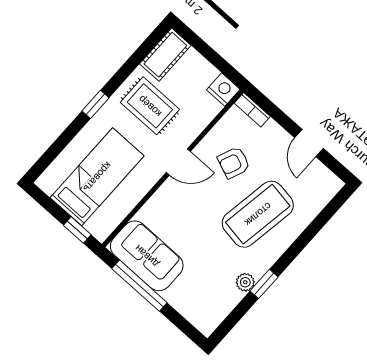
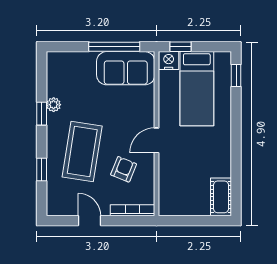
nightstand: (223, 90) -> (169, 61), moved, turned 180
window: (95, 104) -> (236, 76), moved
rug: (150, 106) -> (203, 158), removed
bookcase: (252, 110) -> (133, 210), width x1.56
window: (311, 231) -> (42, 169), added

